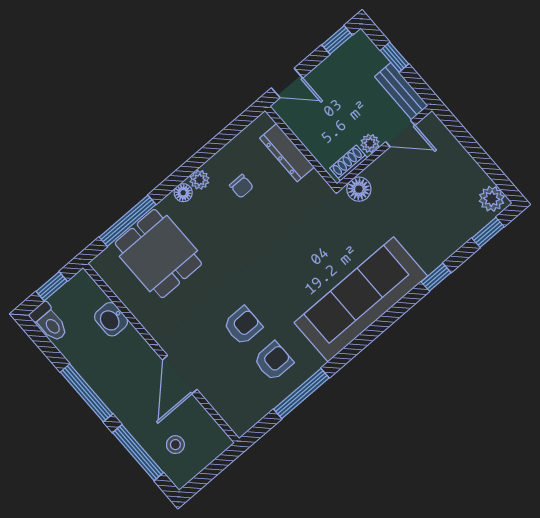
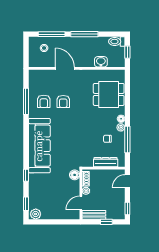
window: (128, 221) -> (127, 139), moved

